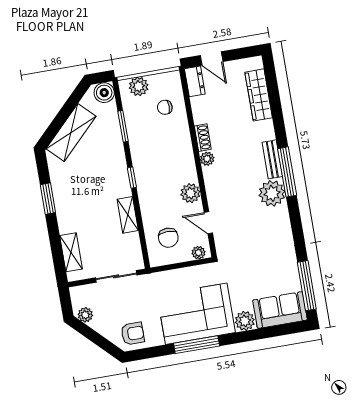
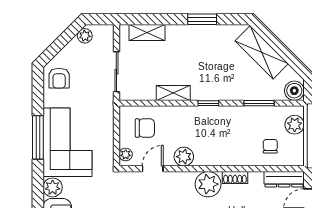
dresser: (195, 81) -> (284, 179), width x1.44
plant: (207, 159) -> (208, 184), width x1.88, depth x1.88
chair: (168, 238) -> (145, 128), turned 180

